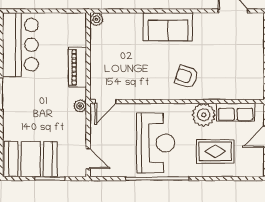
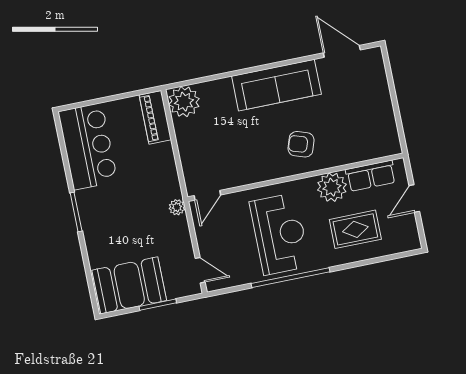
plant: (96, 19) -> (184, 102), width x1.88, depth x1.88
sofa: (168, 27) -> (276, 85), width x1.36
piano: (77, 67) -> (155, 117), moved

